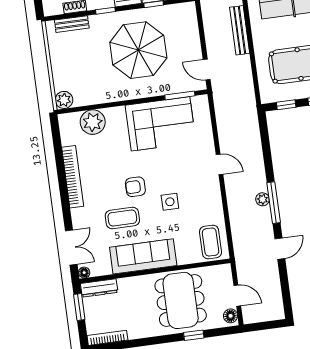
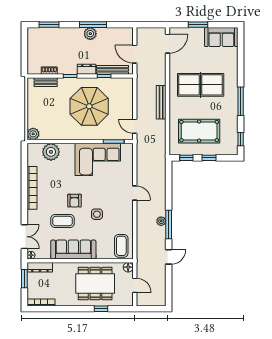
armchair: (135, 187) -> (74, 201), turned -90
dining table: (181, 300) -> (95, 283), turned 90
floor lamp: (231, 316) -> (128, 267), moved

